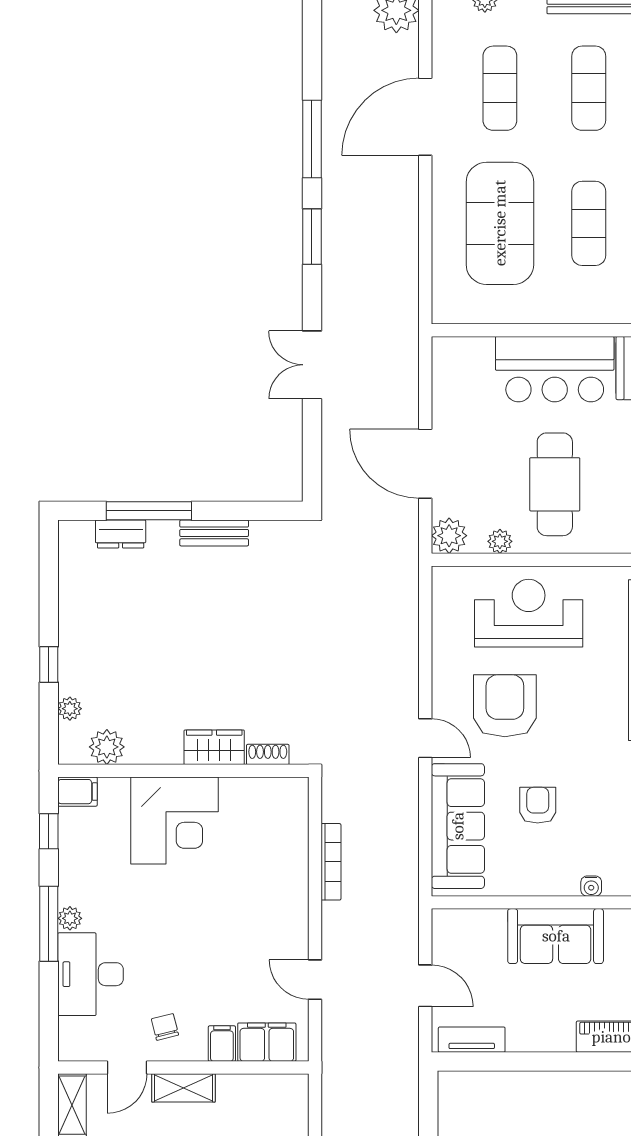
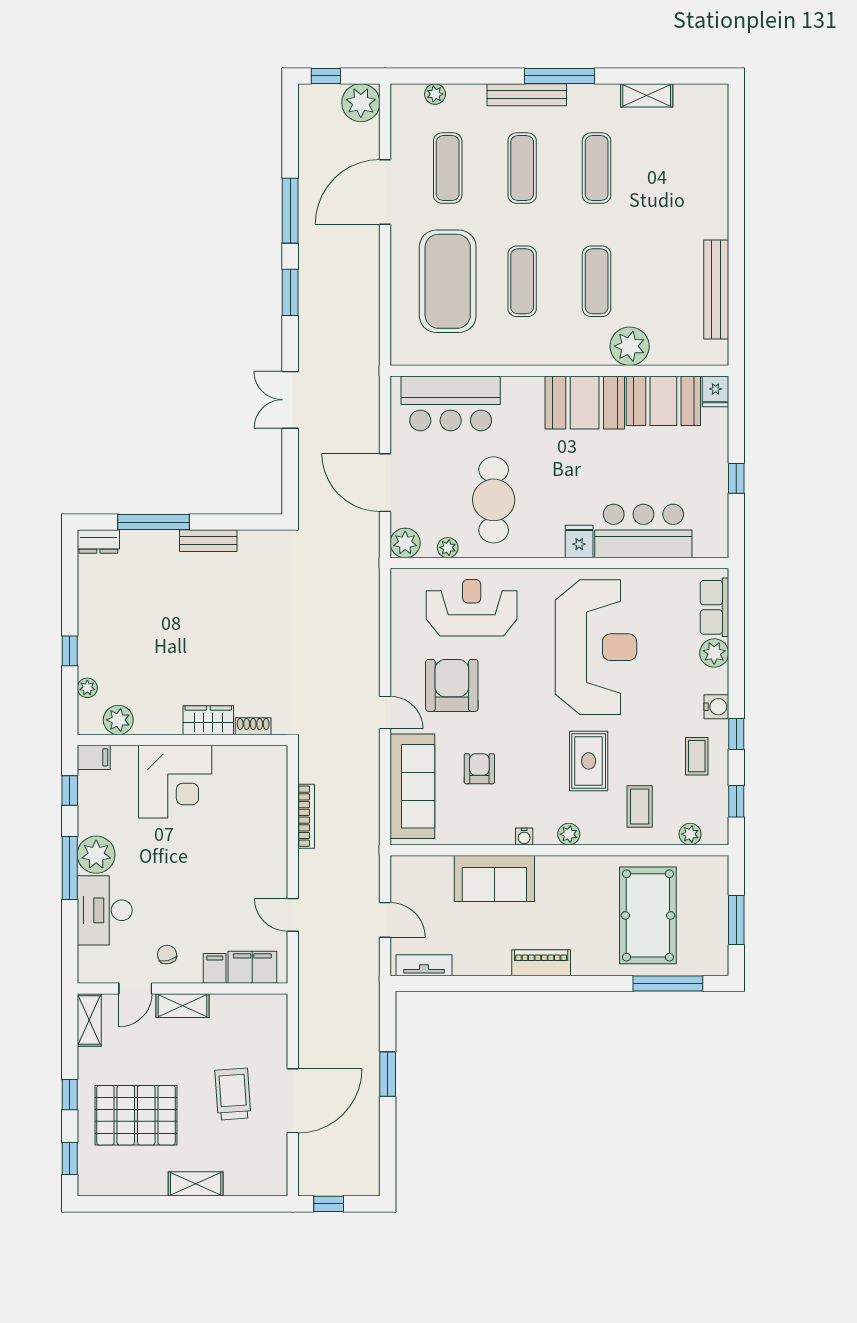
bar counter: (555, 369) -> (451, 403), moved
dresser: (121, 534) -> (98, 542), moved
plant: (70, 918) -> (96, 855), width x1.88, depth x1.88

